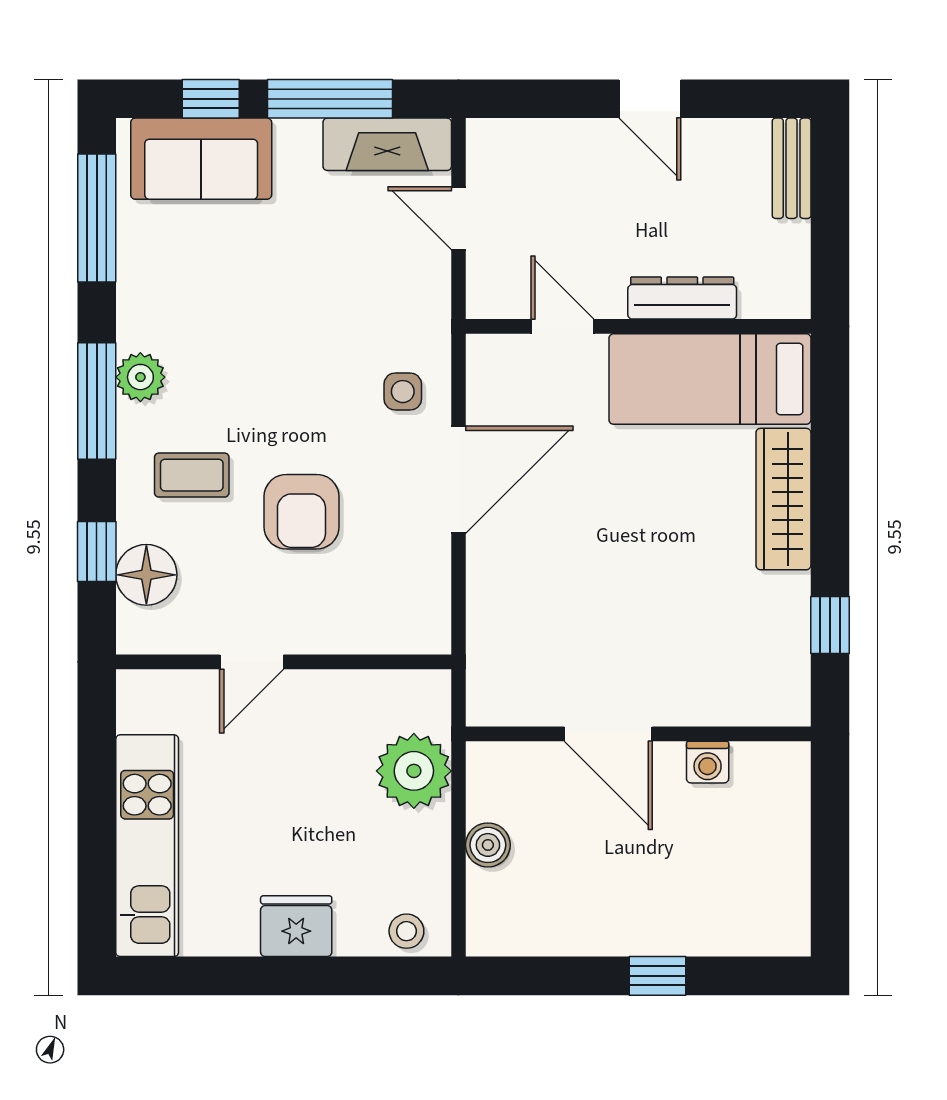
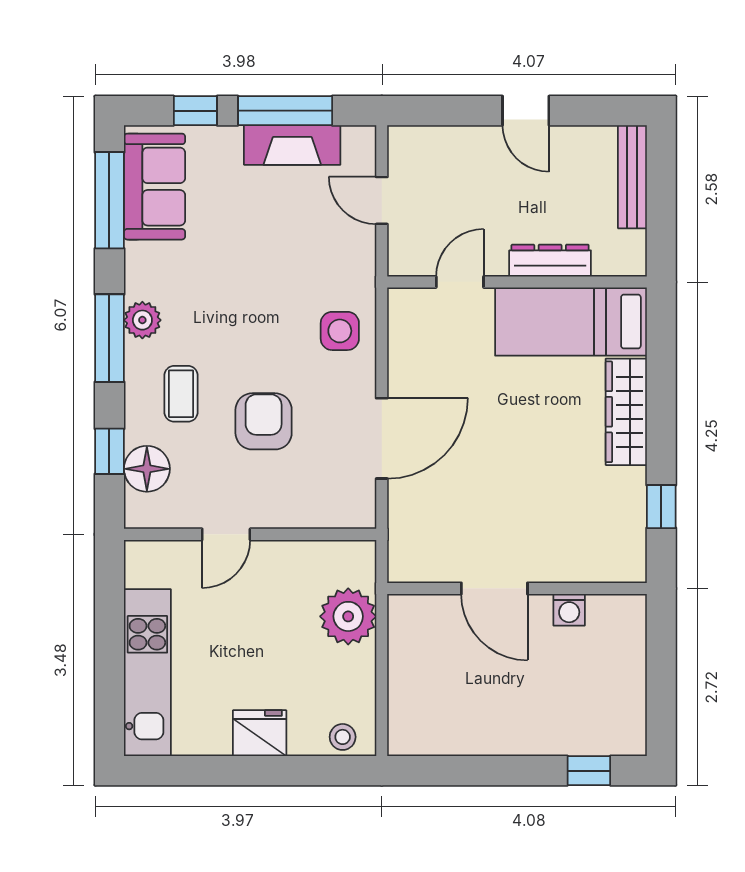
fireplace: (387, 144) -> (292, 145), moved
sofa: (201, 159) -> (155, 187), moved, turned -90
bench: (792, 168) -> (632, 177), width x1.36
door: (562, 326) -> (460, 282), hinge flipped
side table: (403, 392) -> (340, 331), width x1.37, depth x1.37
coffee table: (192, 475) -> (181, 394), turned 90
door: (459, 480) -> (382, 438), moved
armchair: (301, 512) -> (264, 421), turned 180
boiler: (488, 845) -> (404, 672), removed
window: (658, 976) -> (589, 771), moved

